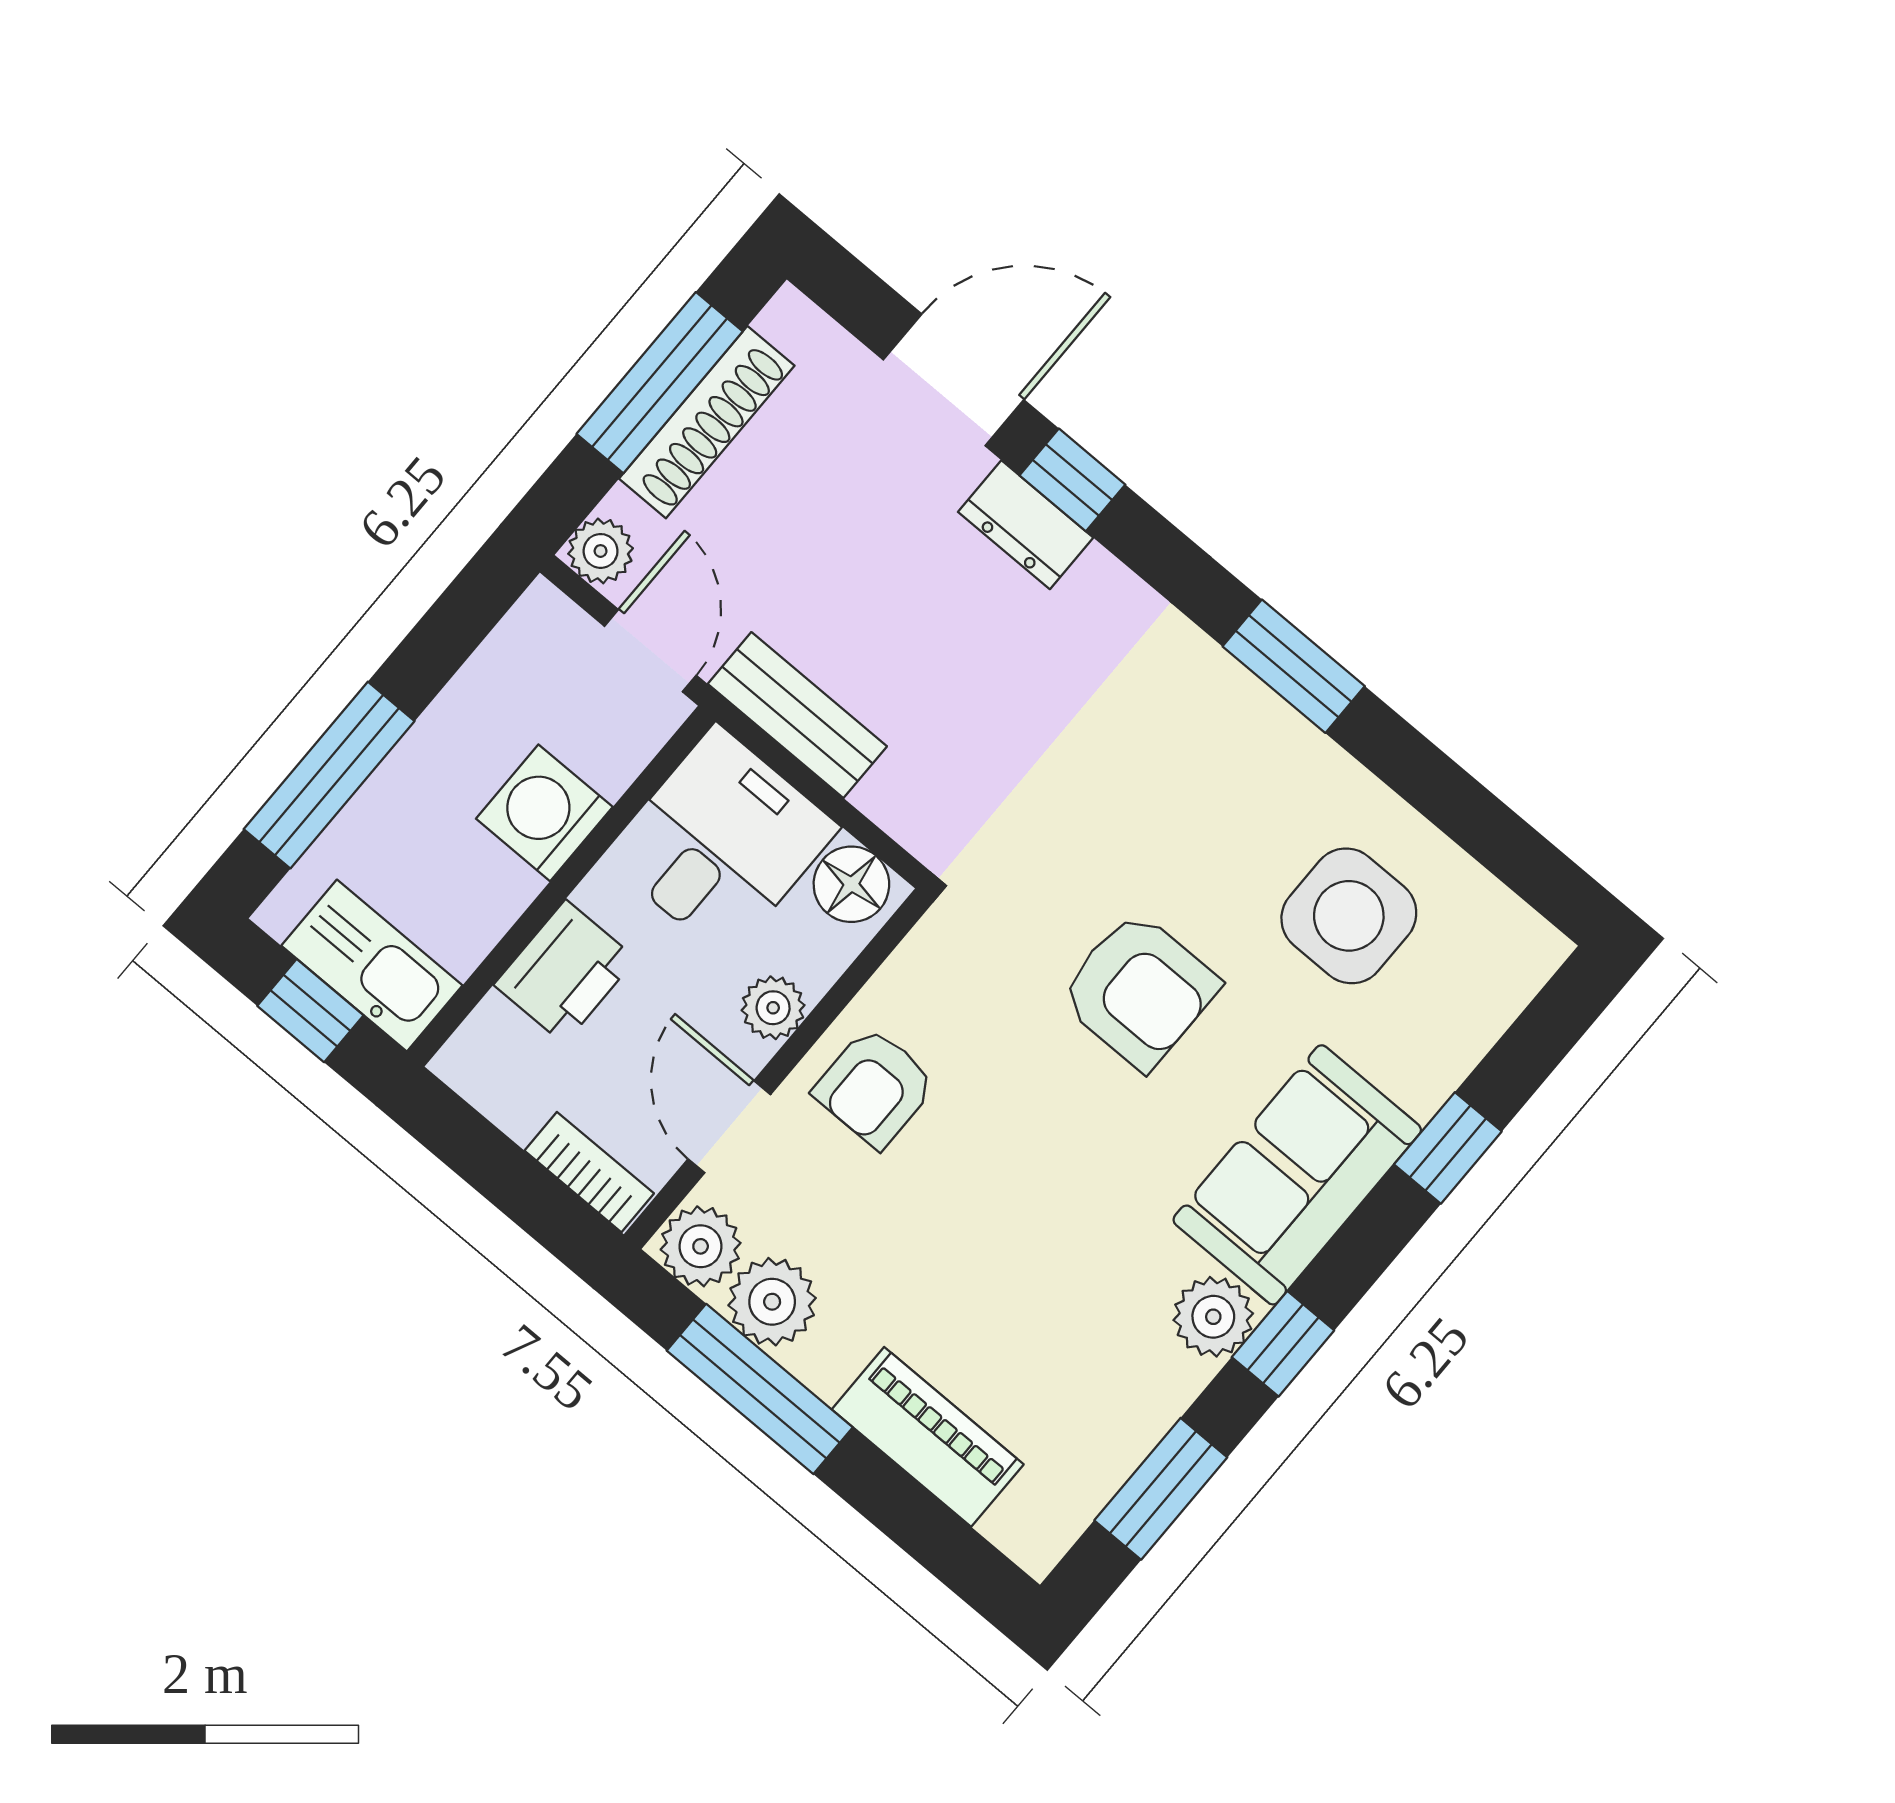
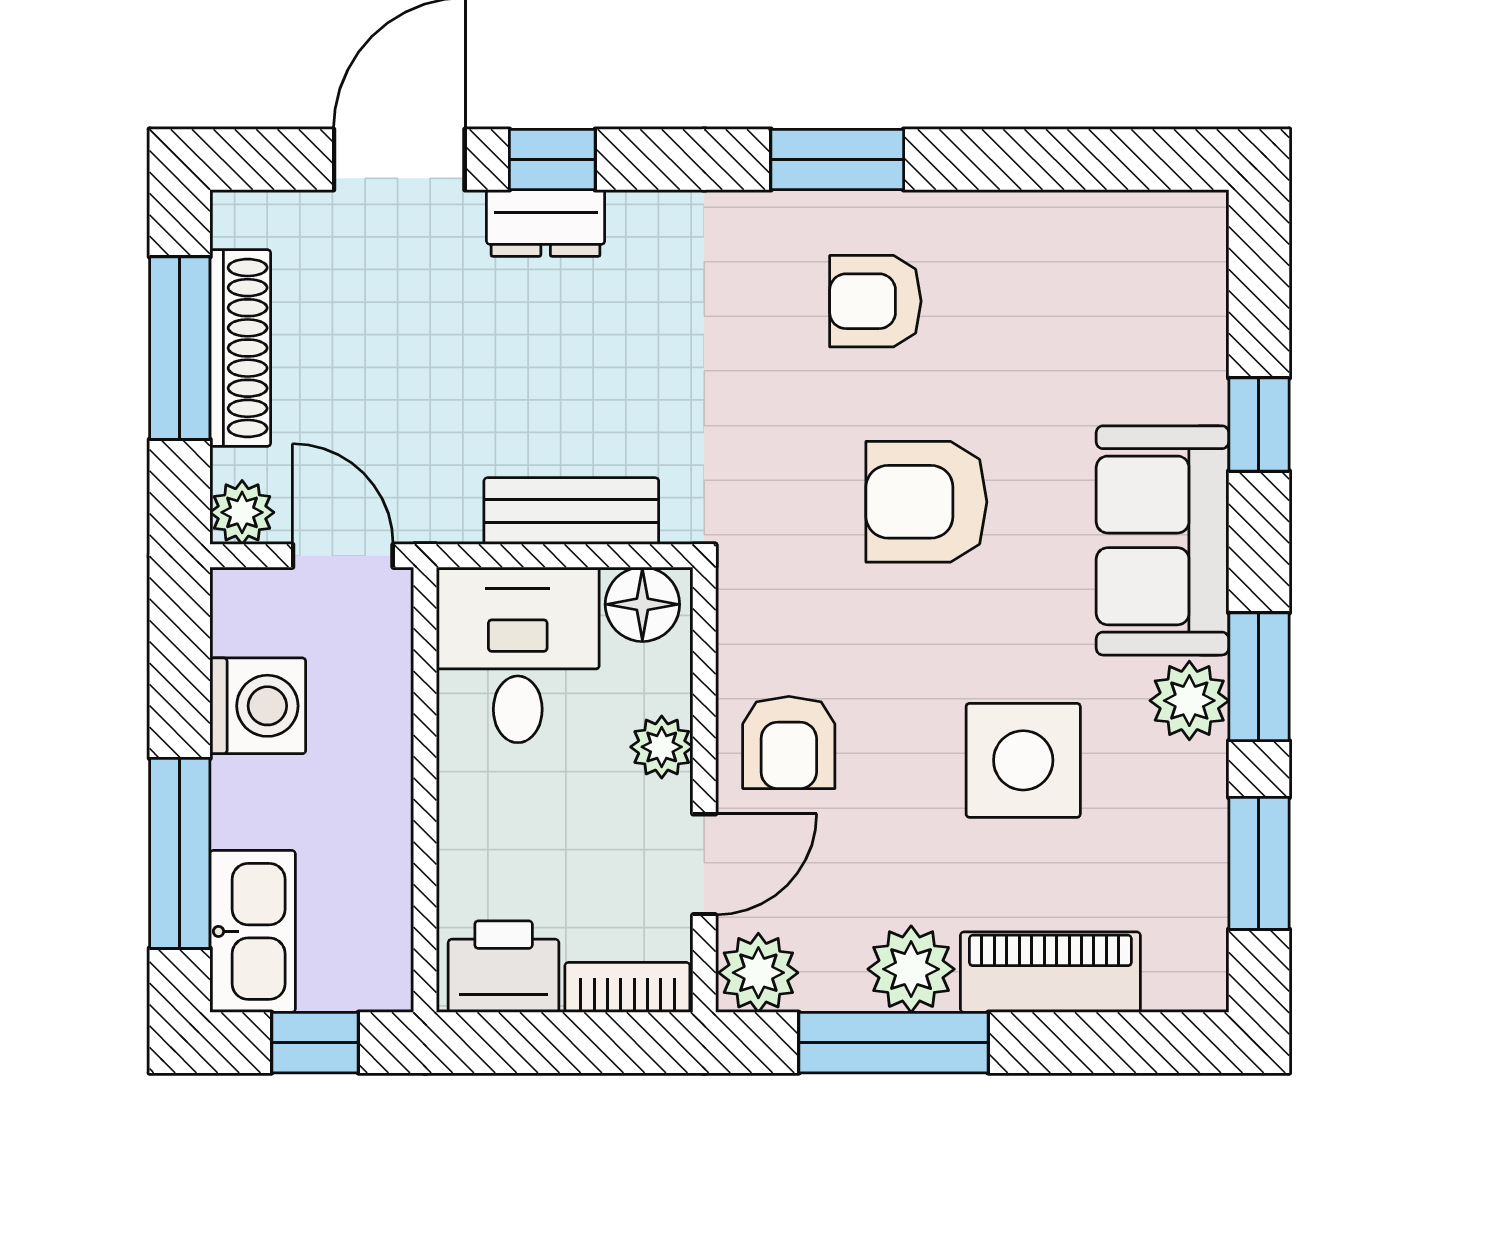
bench: (797, 715) -> (571, 511), moved
armchair: (1231, 801) -> (875, 301), added
washing machine: (544, 813) -> (258, 706), moved, turned 180
side table: (1349, 916) -> (1023, 760), moved
kitchen sink: (372, 966) -> (253, 931), moved, turned 90
printer: (565, 972) -> (504, 967), moved, turned -90
armchair: (1139, 990) -> (926, 502), turned 180
door: (729, 1127) -> (704, 864), swing flipped
plant: (772, 1302) -> (911, 969), moved
window: (1283, 1344) -> (1259, 677), width x1.50

